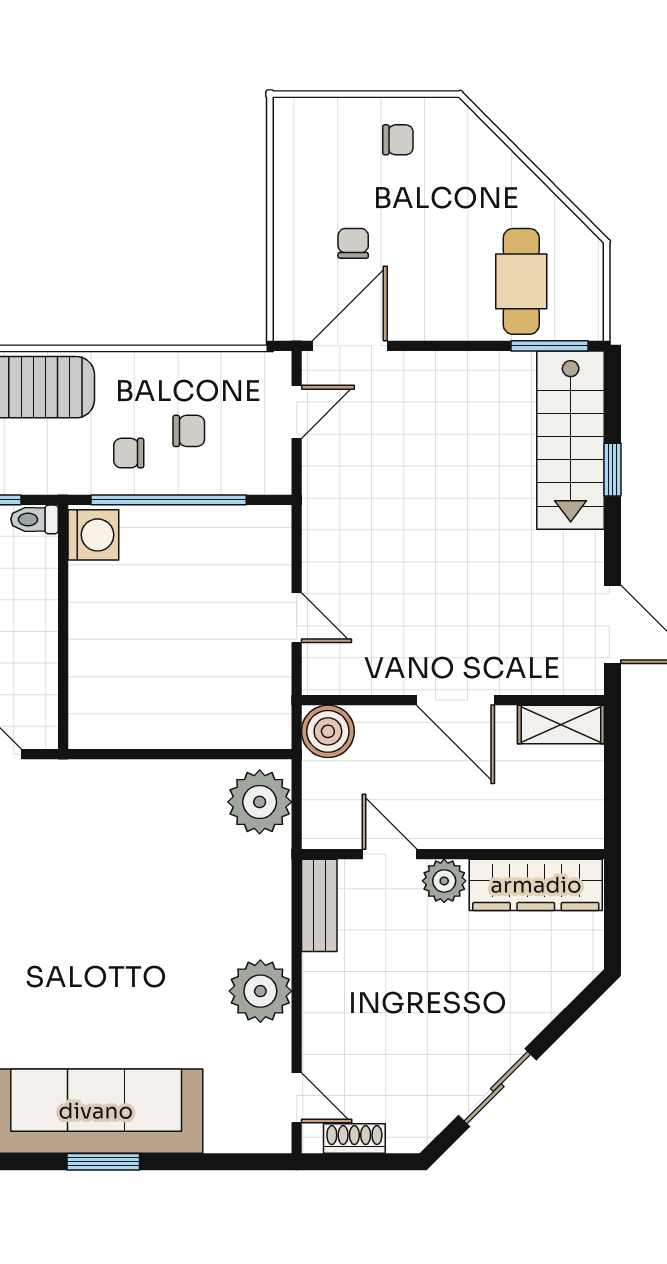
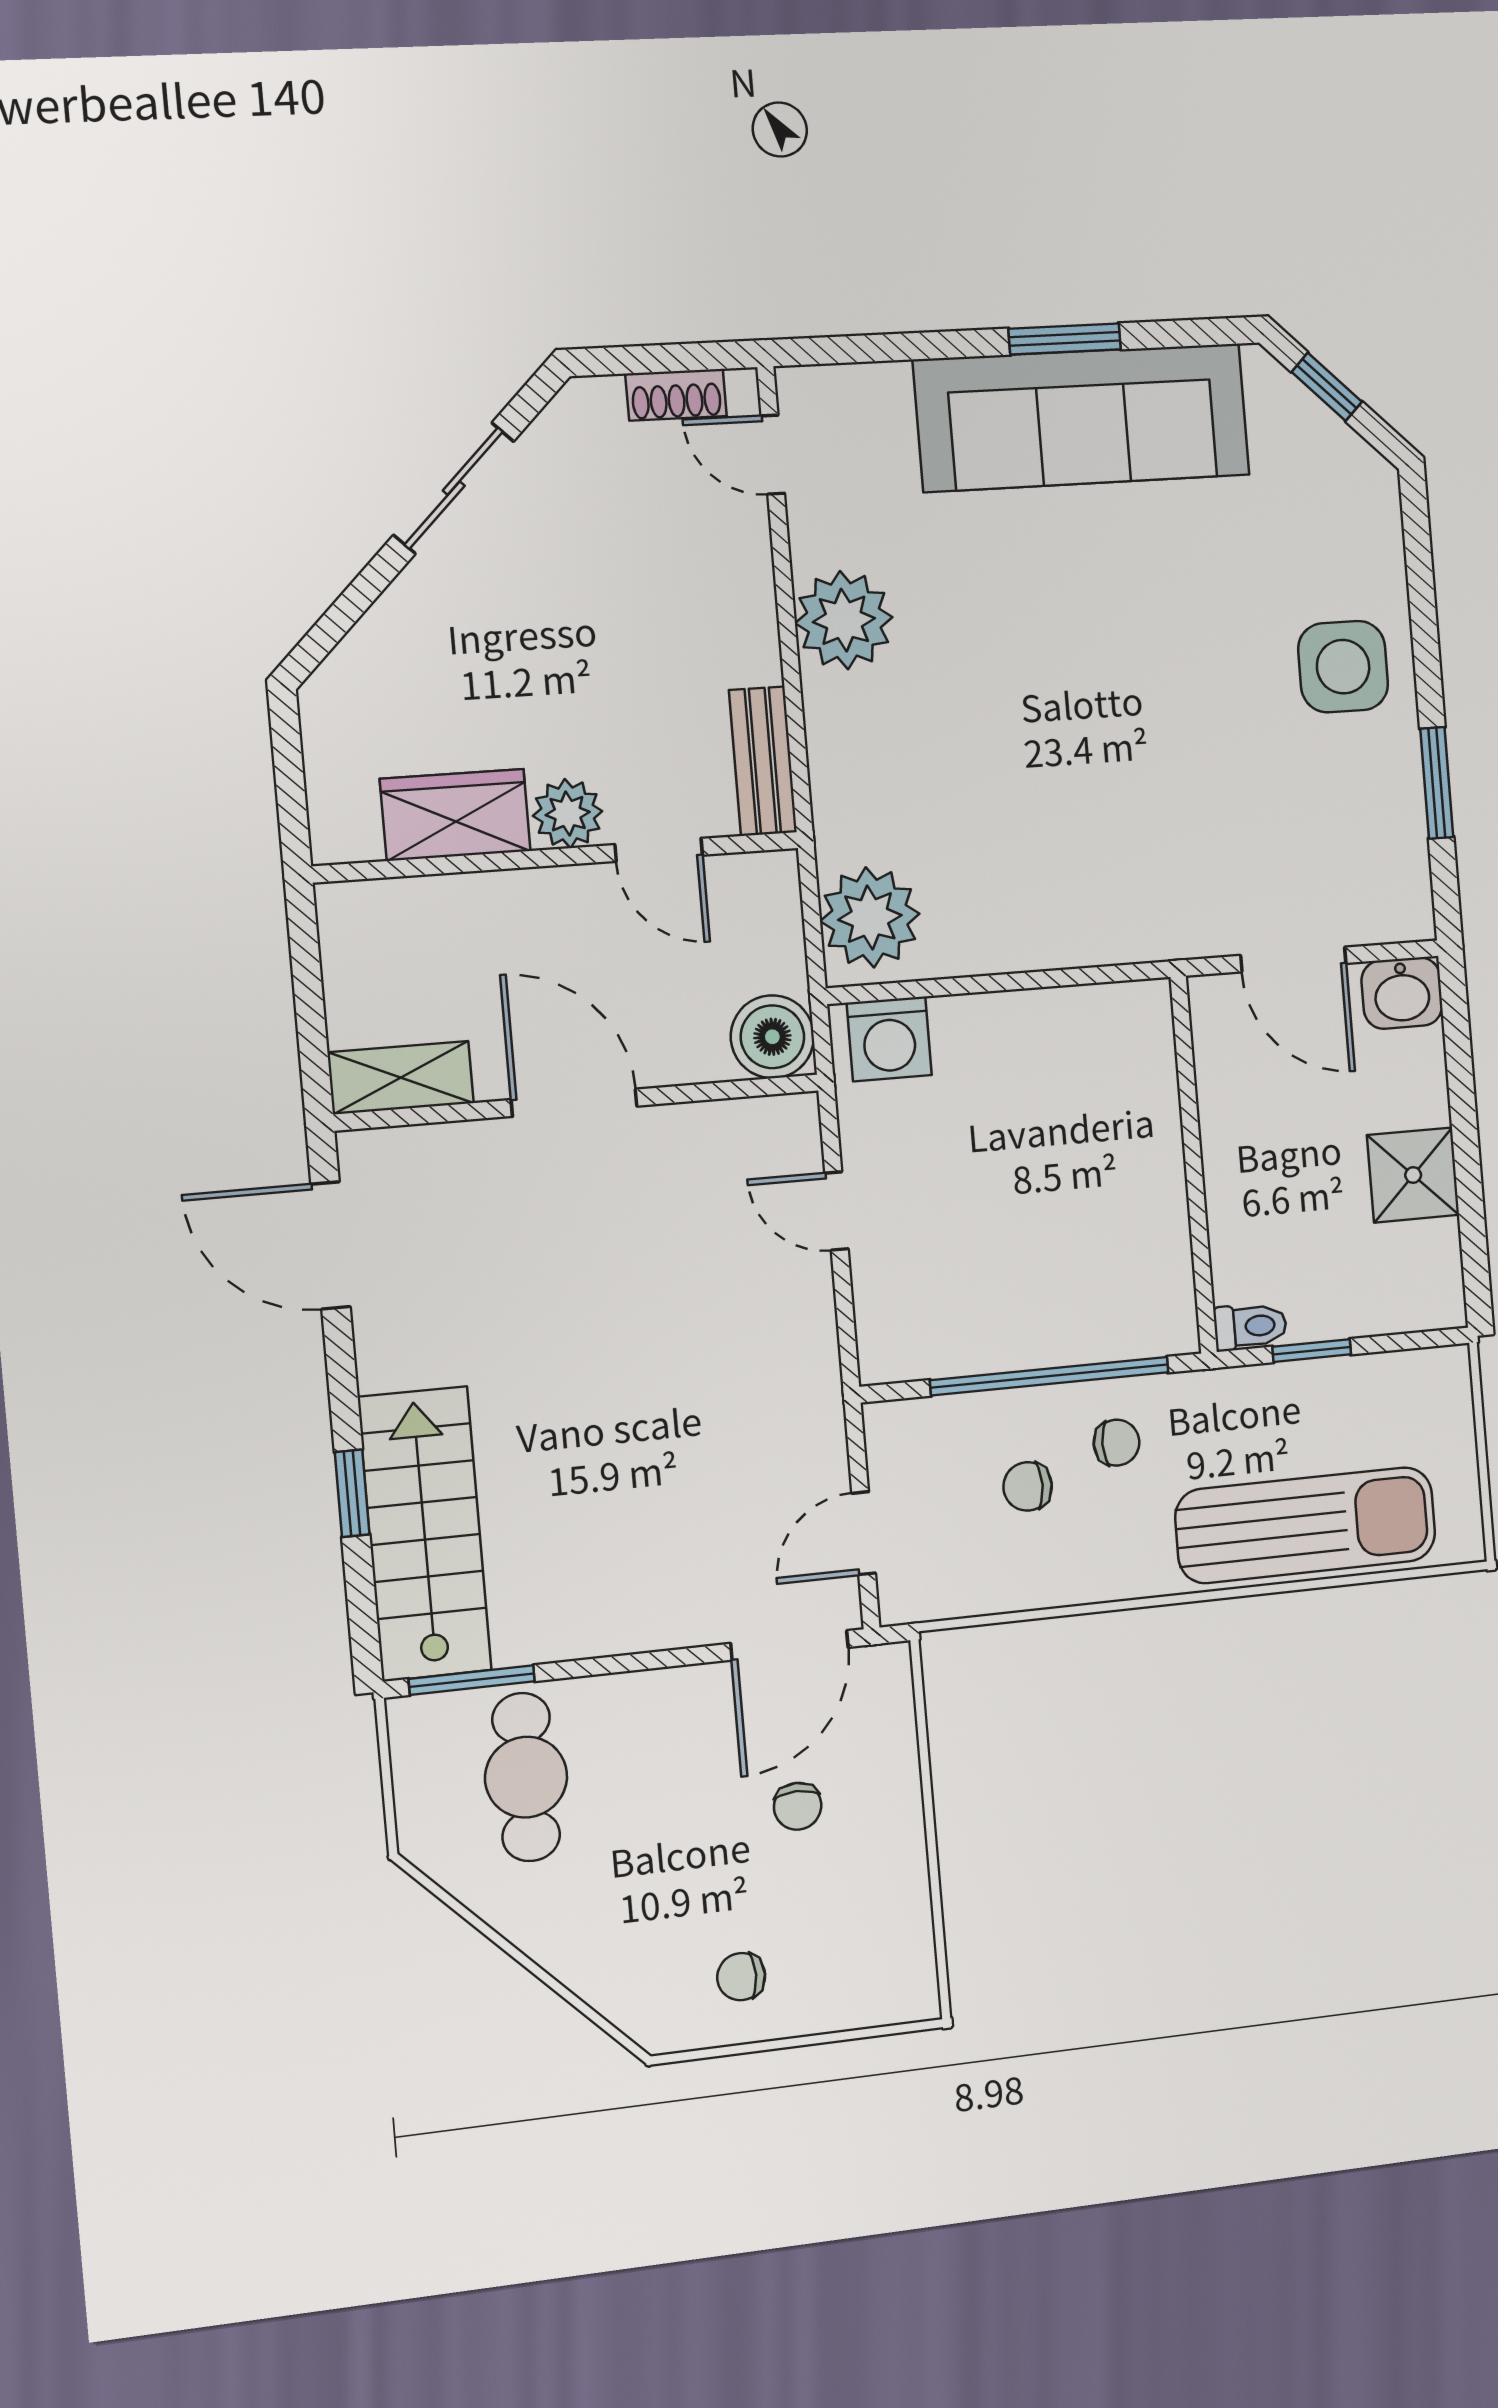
washing machine: (93, 535) -> (889, 1039), moved, turned -90
wardrobe: (536, 885) -> (455, 815), width x0.67

